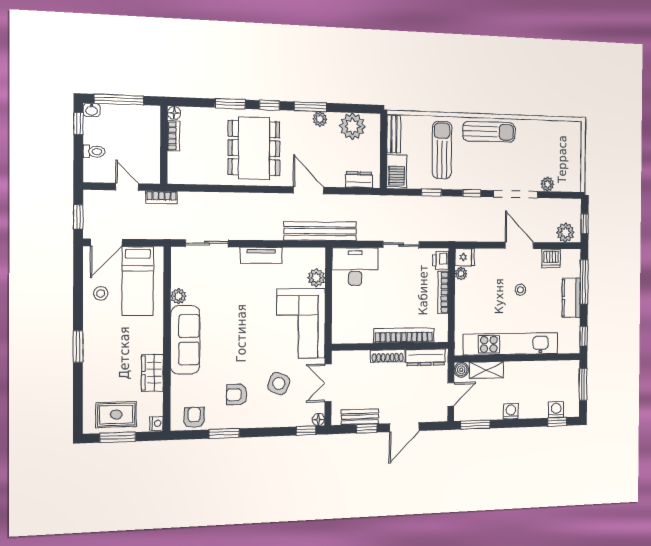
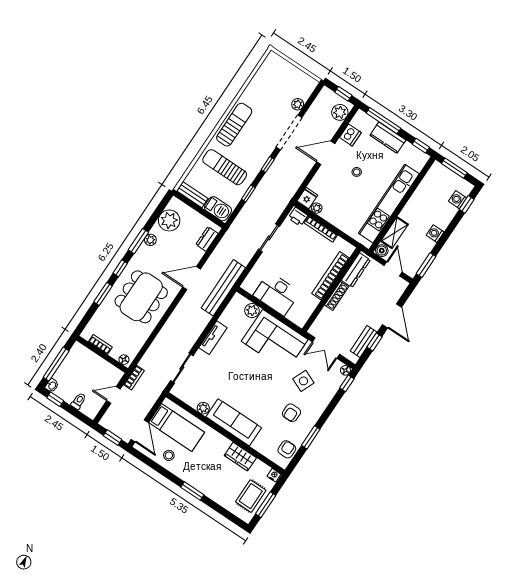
floor lamp: (174, 113) -> (124, 360), moved
dining table: (254, 148) -> (141, 297), turned 90
desk: (355, 267) -> (277, 294), moved, turned -90
armchair: (194, 417) -> (287, 449), turned 90

